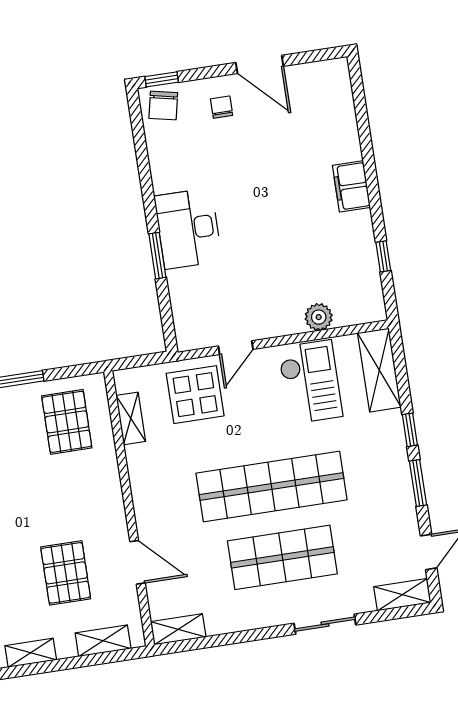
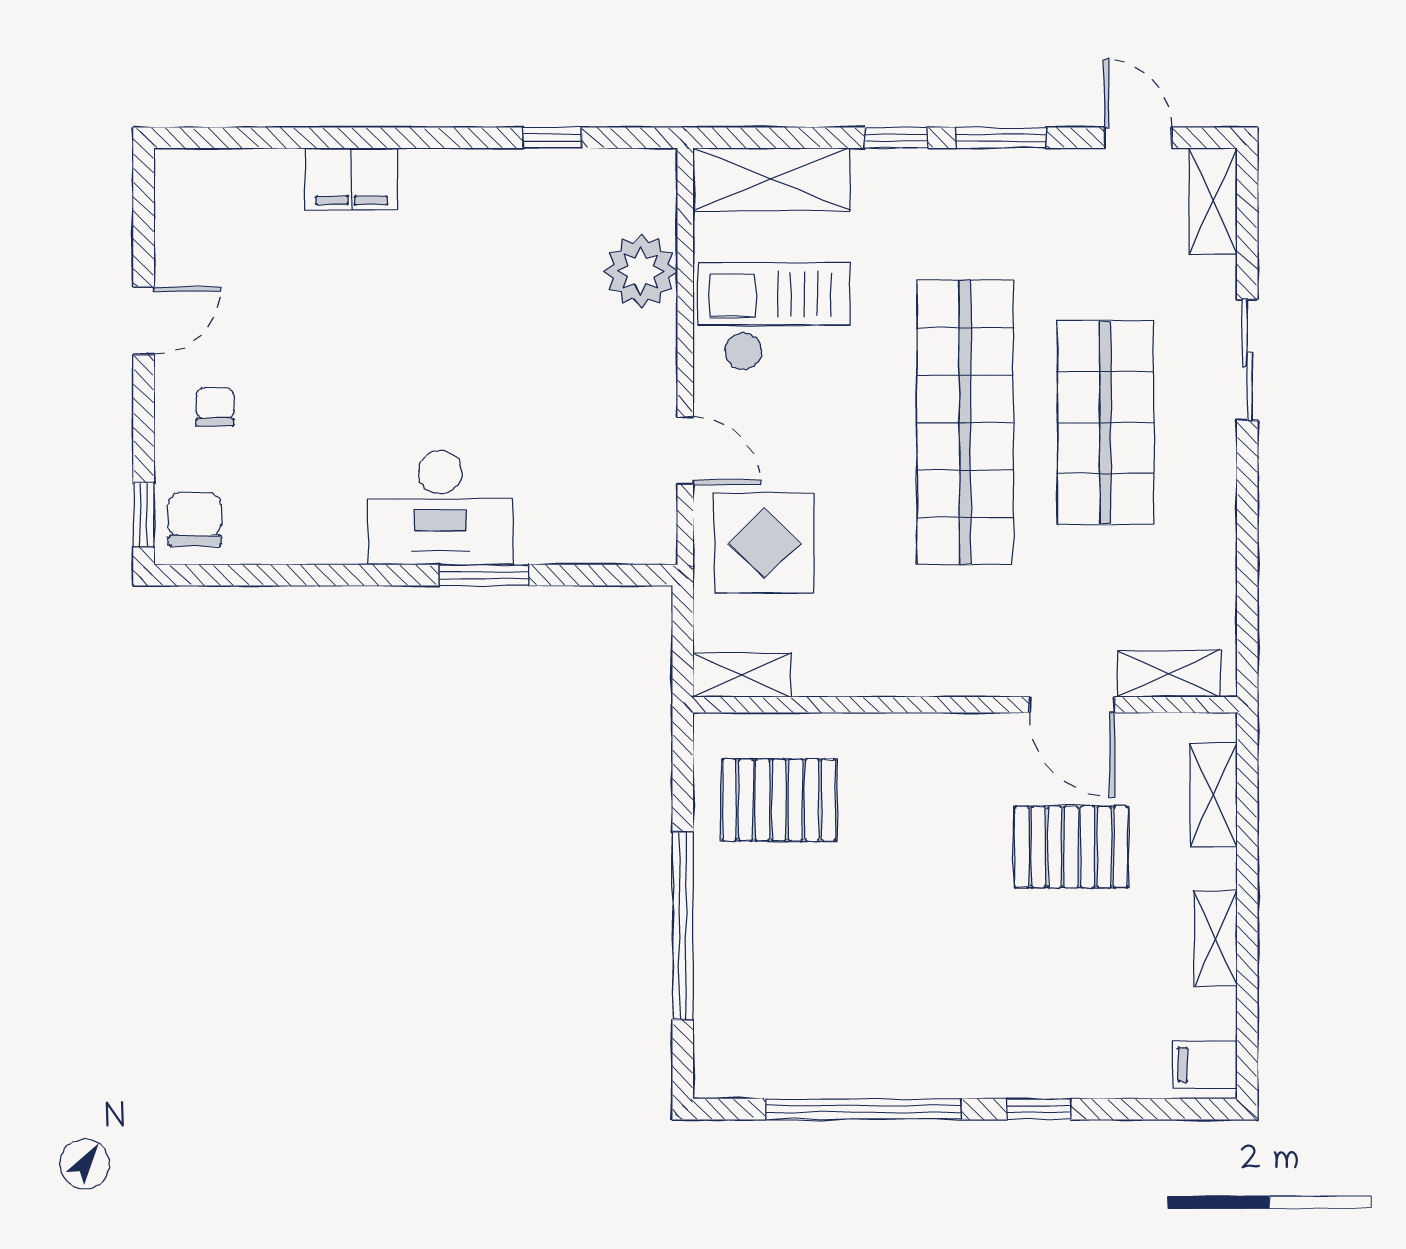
door: (260, 64) -> (144, 321), width x0.73
chair: (163, 105) -> (195, 519), turned -102
chair: (222, 107) -> (215, 407), turned 90
filing cabinet: (351, 186) -> (351, 179), moved
plant: (319, 317) -> (641, 271), width x1.36, depth x1.36
shelving: (131, 418) -> (742, 675), moved
door: (137, 562) -> (1072, 705), swing flipped
shelving: (178, 629) -> (1169, 674), moved, turned 90

